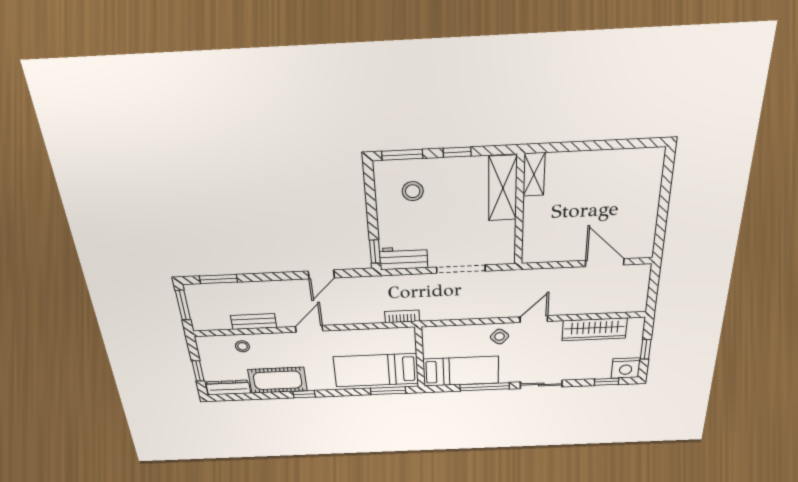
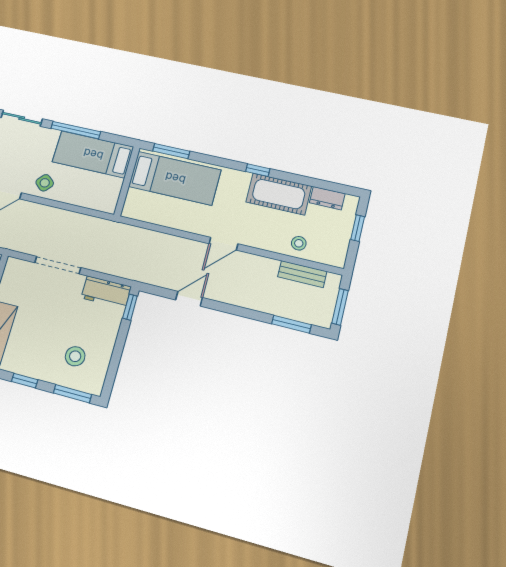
bookcase: (402, 316) -> (129, 231), removed
bench: (254, 322) -> (302, 274), moved
dresser: (228, 388) -> (327, 198), width x0.70

